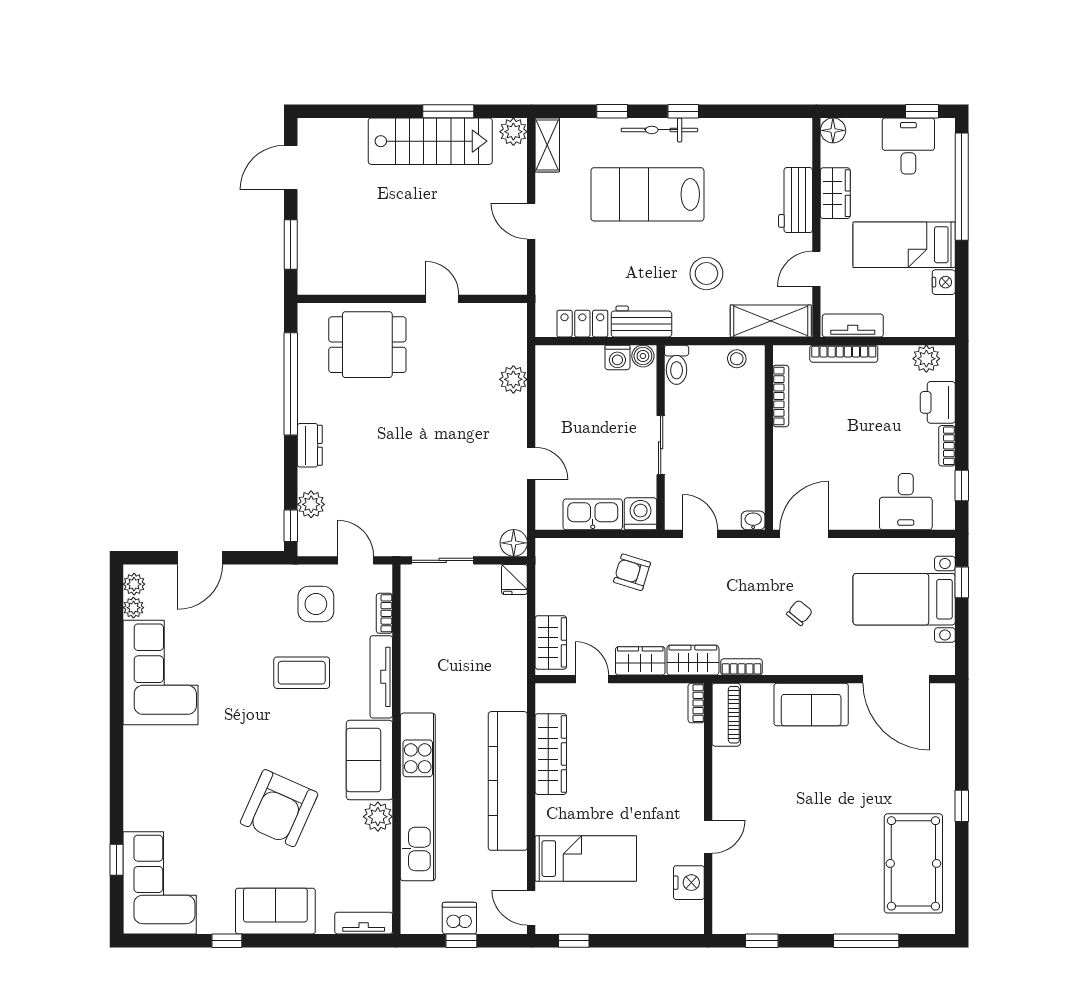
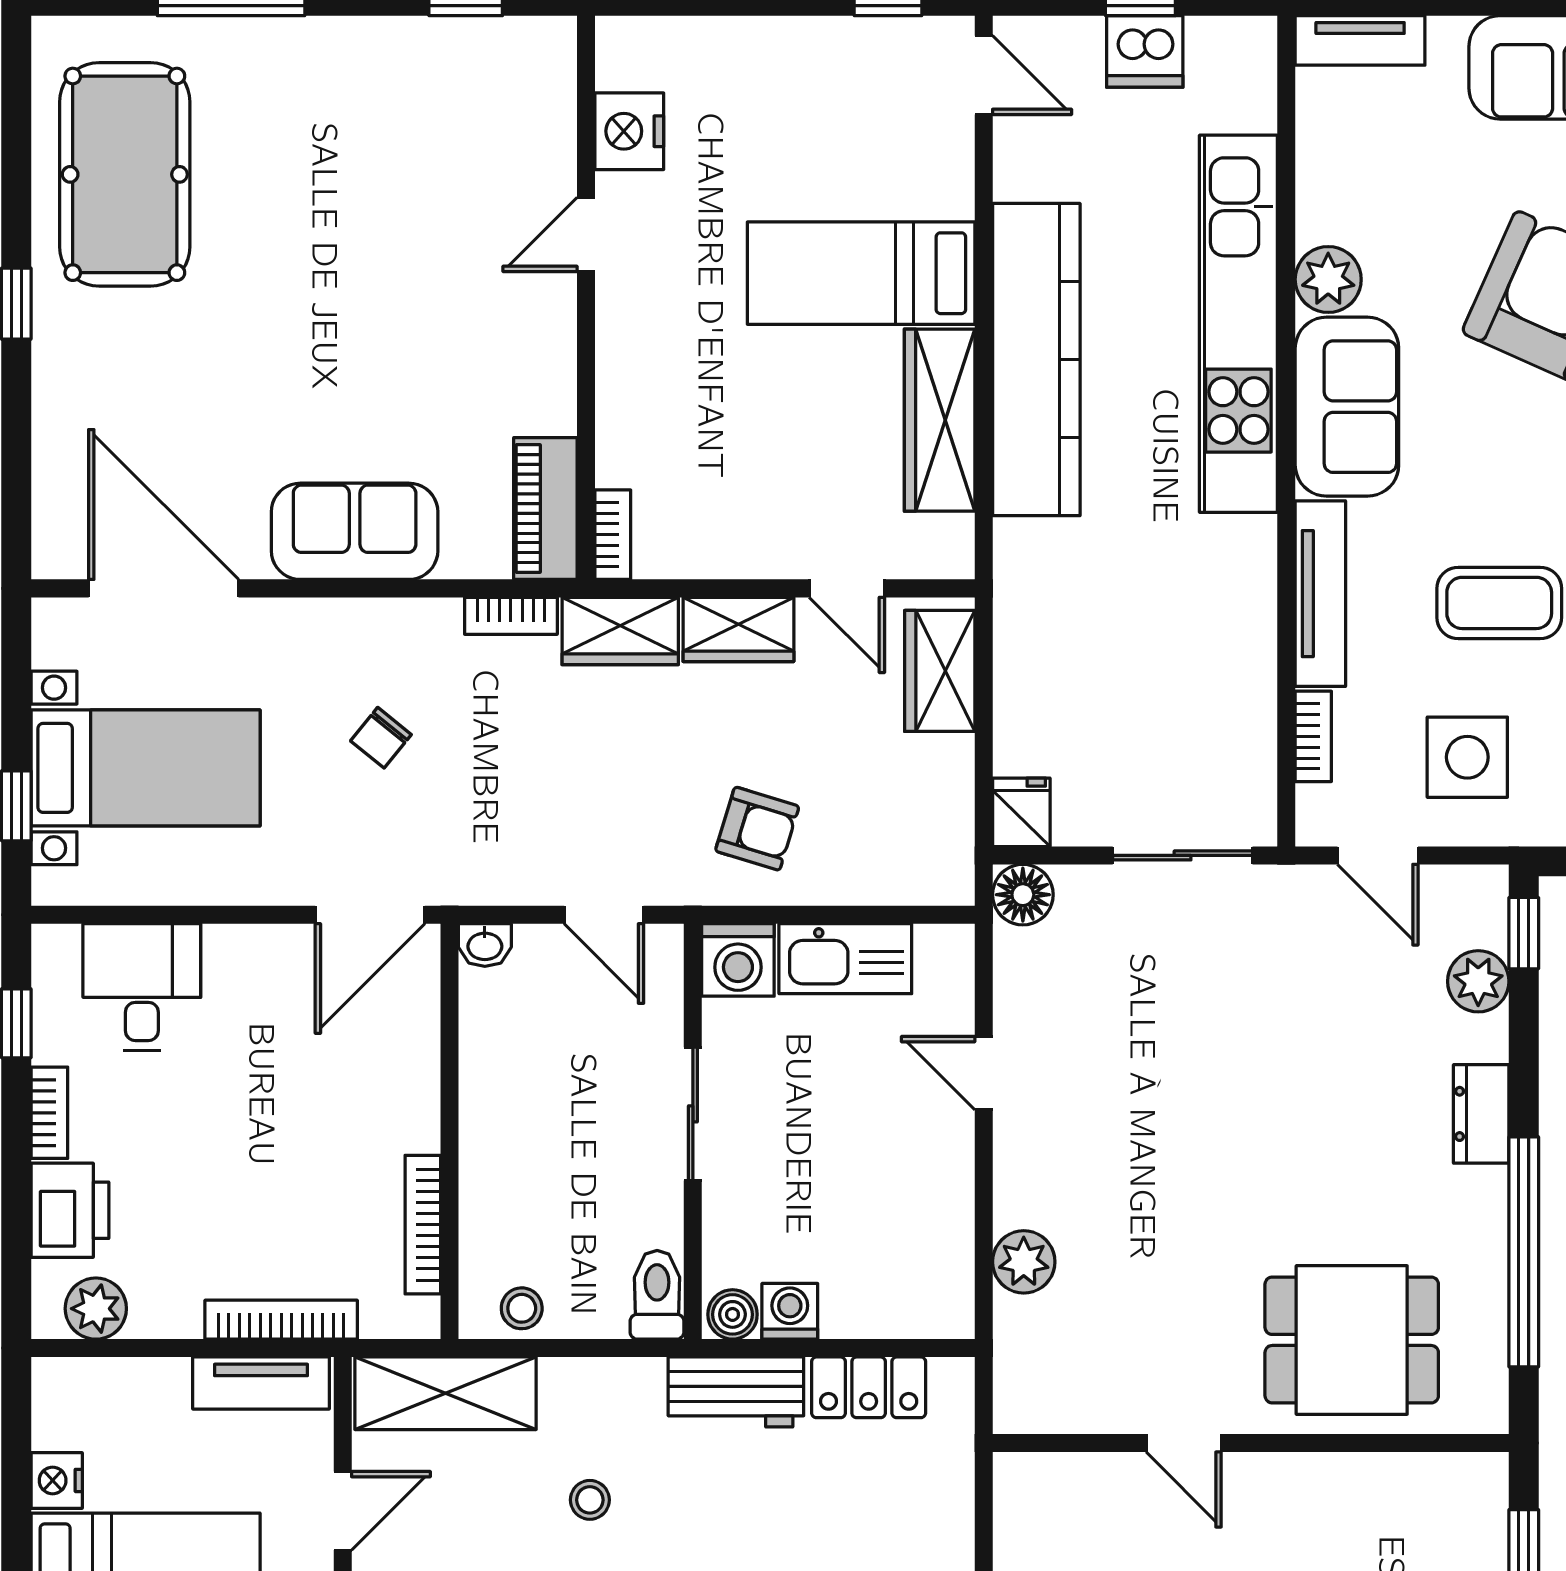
stool: (706, 273) -> (590, 1500), width x0.53, depth x0.53
bed: (586, 859) -> (861, 273), moved

